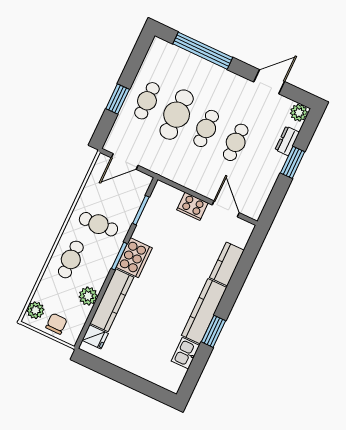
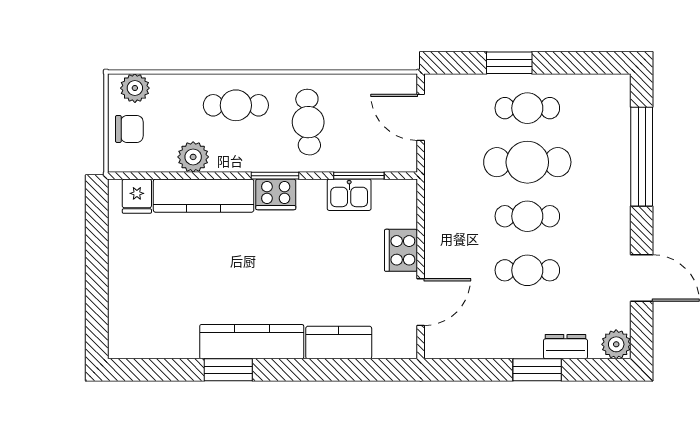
cooker: (134, 258) -> (276, 194), width x0.73, depth x0.76
kitchen sink: (185, 353) -> (349, 195), moved, turned 180

